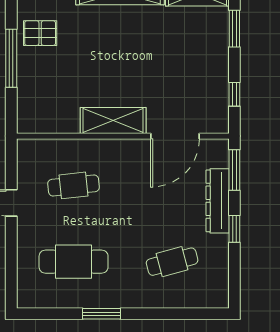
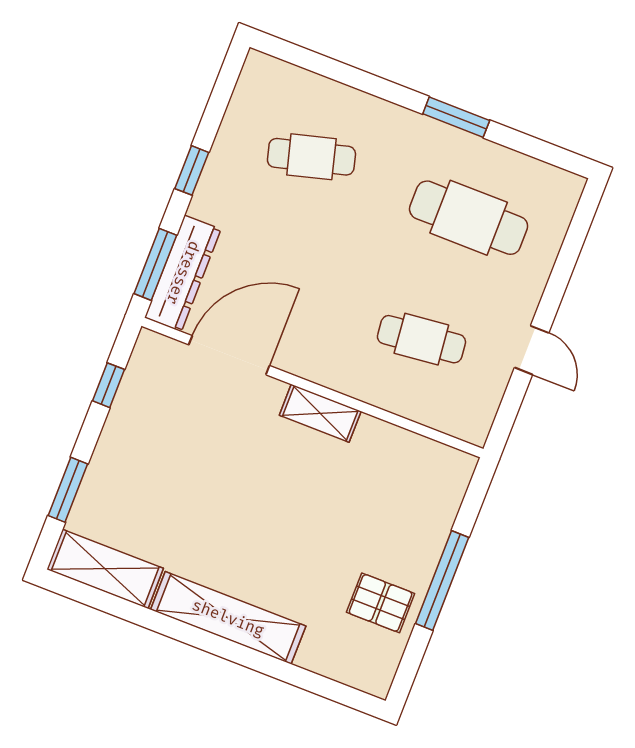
shelving: (113, 120) -> (320, 413), width x0.67, depth x0.75
dresser: (218, 201) -> (183, 273), moved

